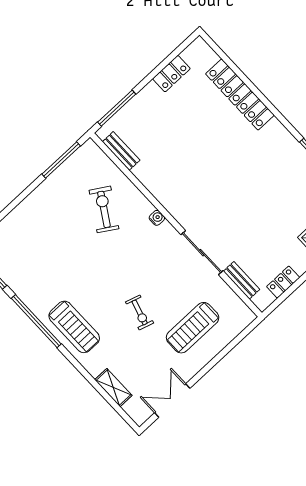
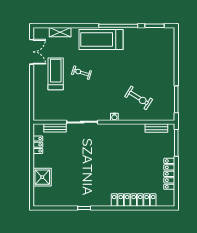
locker: (171, 74) -> (169, 174), width x1.53
treadmill: (74, 327) -> (101, 39), width x1.37, depth x1.38
treadmill: (193, 328) -> (56, 74), moved

